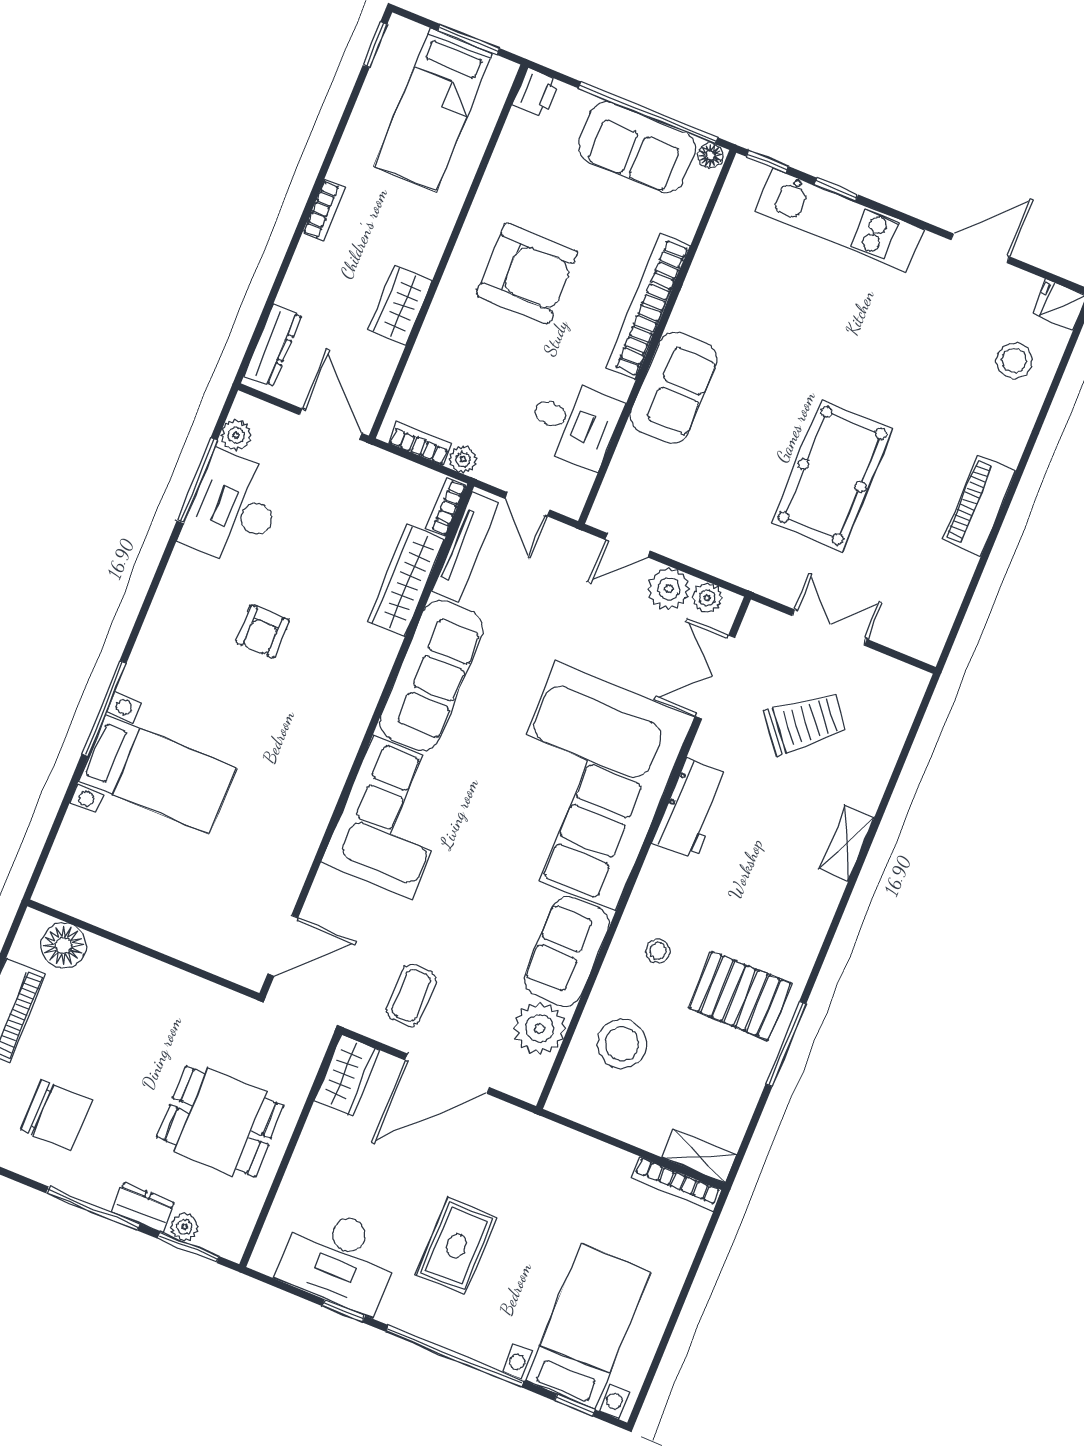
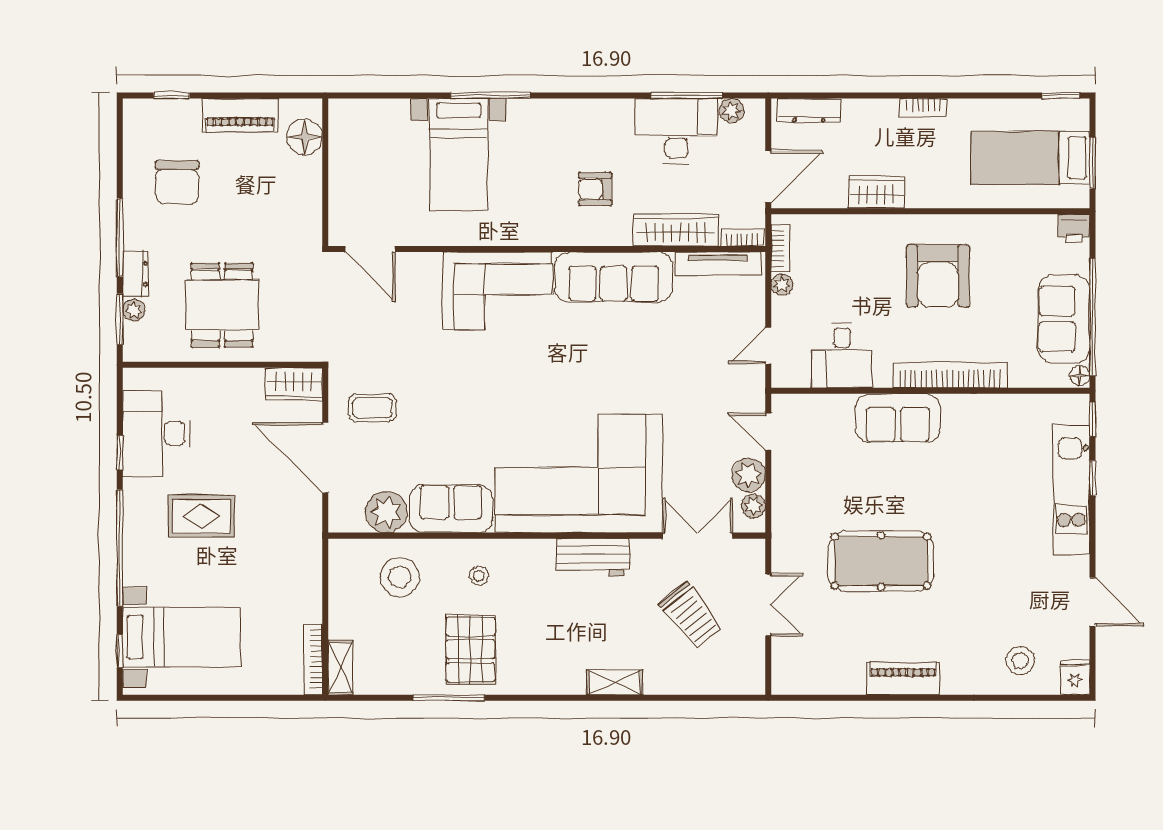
bookcase: (446, 507) -> (742, 237), moved
tv unit: (465, 547) -> (718, 264), moved
wardrobe: (406, 580) -> (676, 230), moved
sofa: (431, 675) -> (614, 277), moved
wall: (367, 740) -> (547, 249), moved
corner sofa: (392, 817) -> (498, 291), moved
door: (283, 946) -> (370, 249), moved

